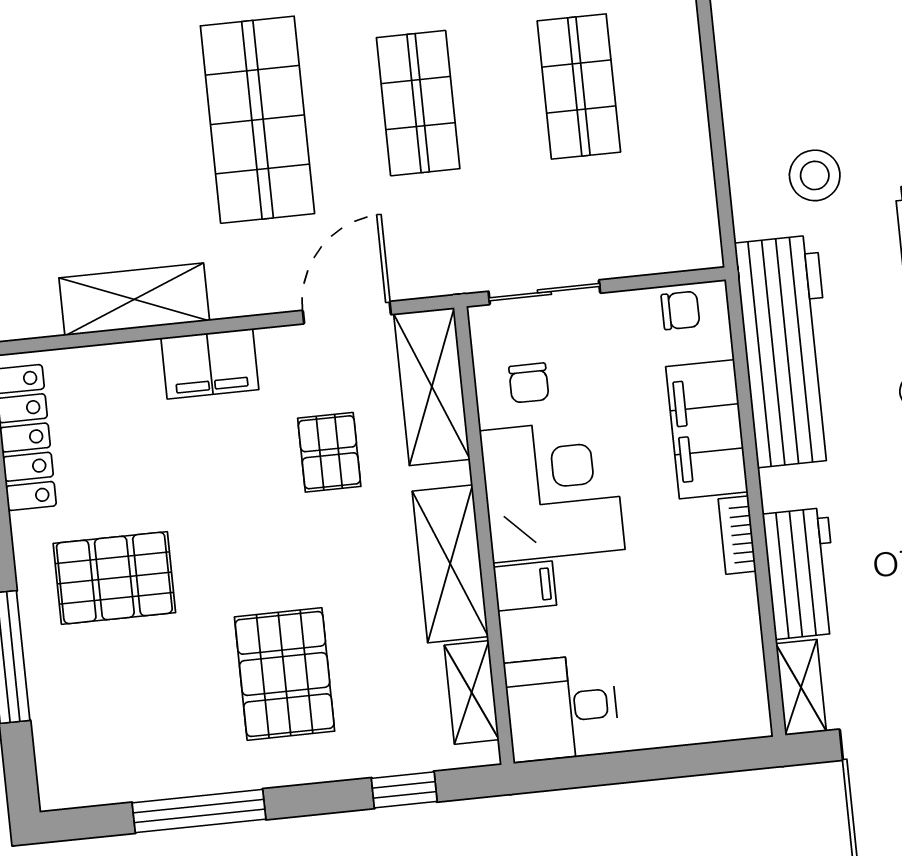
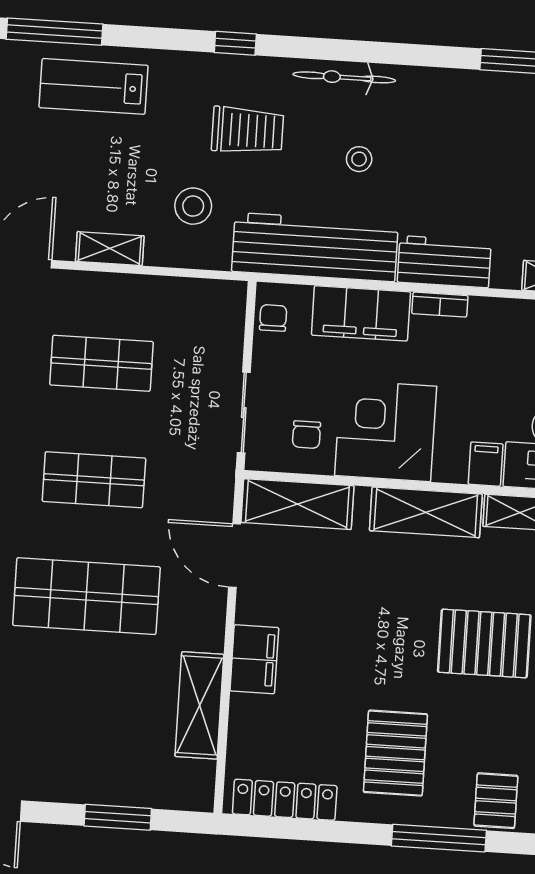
shelving: (737, 71) -> (110, 249), added
chair: (529, 383) -> (306, 435), turned 90
pallet: (329, 452) -> (496, 801), moved, turned 90
workbench: (801, 573) -> (444, 262), moved
filing cabinet: (525, 586) -> (486, 464), moved

